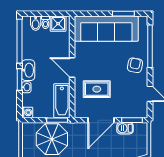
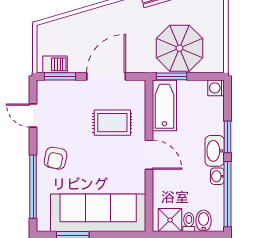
washbasin: (26, 87) -> (217, 176), moved
barbecue: (125, 128) -> (55, 64), moved

